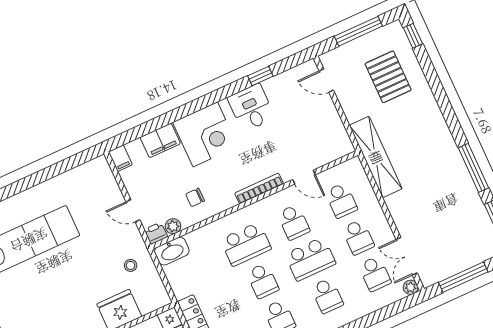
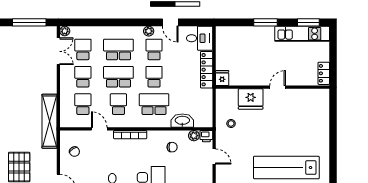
chair: (323, 131) -> (74, 152), added
washbasin: (172, 251) -> (182, 121), moved
school desk: (327, 296) -> (118, 49), width x1.85

